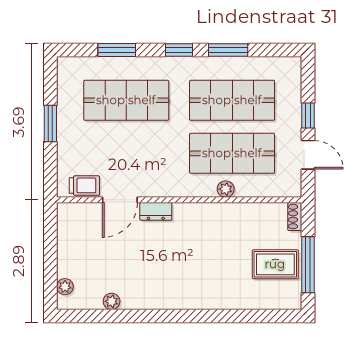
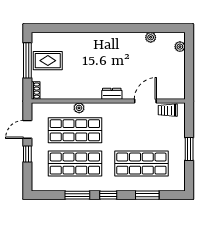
door: (308, 155) -> (27, 129), hinge flipped
dresser: (156, 211) -> (112, 94), moved

